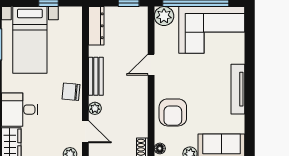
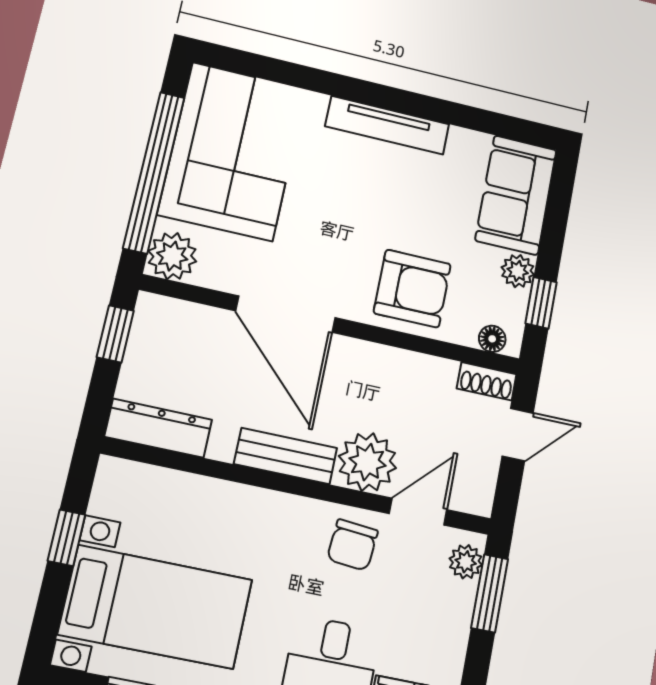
door: (151, 65) -> (286, 314), width x1.87
chair: (71, 92) -> (352, 545), moved
plant: (95, 108) -> (368, 462), width x1.88, depth x1.88

